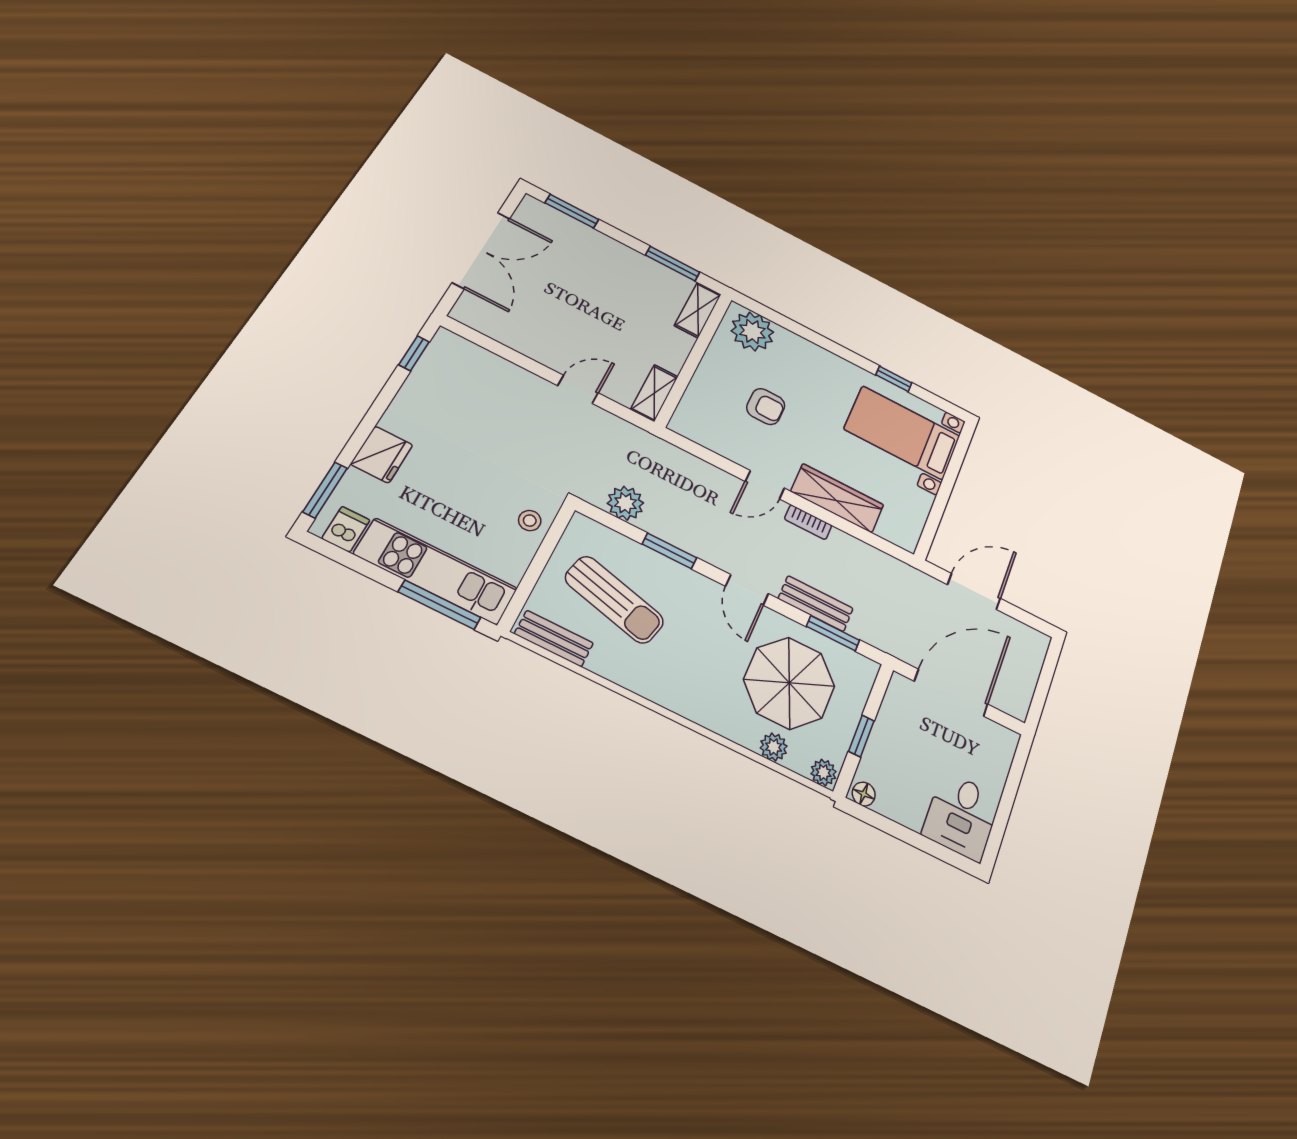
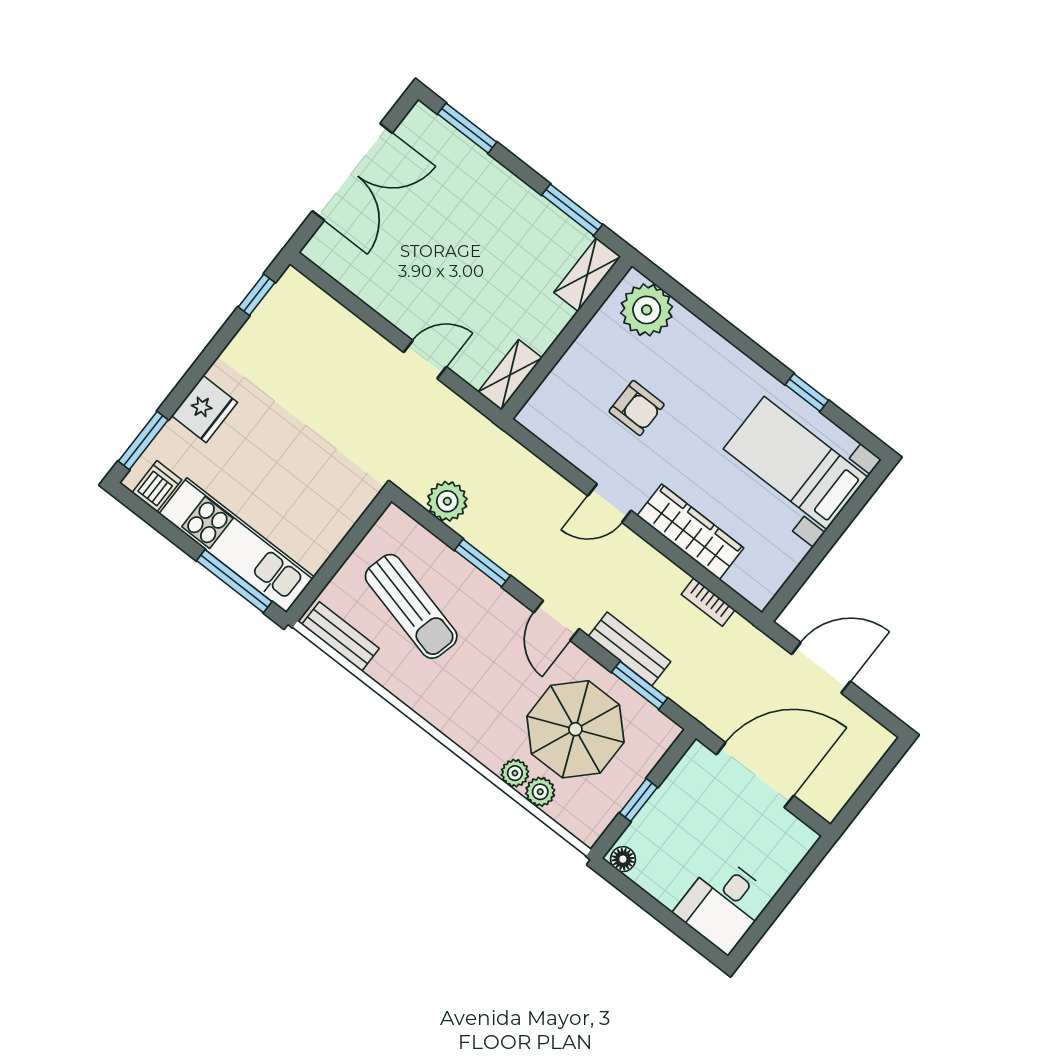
stool: (530, 521) -> (342, 505), removed
bookcase: (808, 522) -> (708, 602), moved
plant: (823, 773) -> (515, 773), moved

